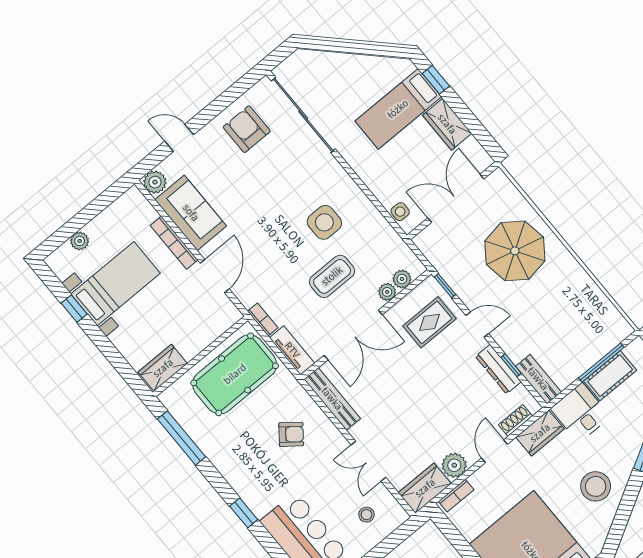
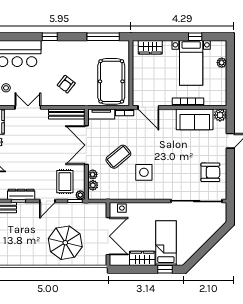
door: (215, 276) -> (148, 107), moved
coffee table: (332, 276) -> (118, 157), turned 50
plant: (430, 285) -> (80, 195), added
wardrobe: (163, 368) -> (150, 47), moved, turned 90

